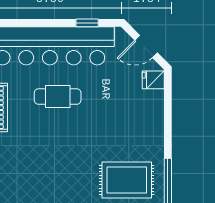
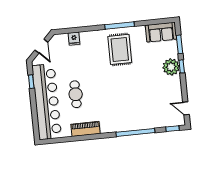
fridge: (153, 80) -> (74, 39), moved

